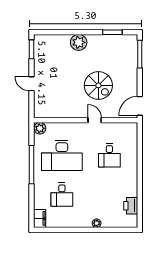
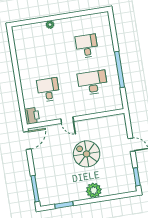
spiral stairs: (98, 85) -> (87, 154), moved
plant: (40, 128) -> (117, 105), removed
desk: (62, 155) -> (93, 83), width x0.73, depth x0.77
printer: (131, 206) -> (32, 116), moved
filing cabinet: (40, 218) -> (104, 20), removed

